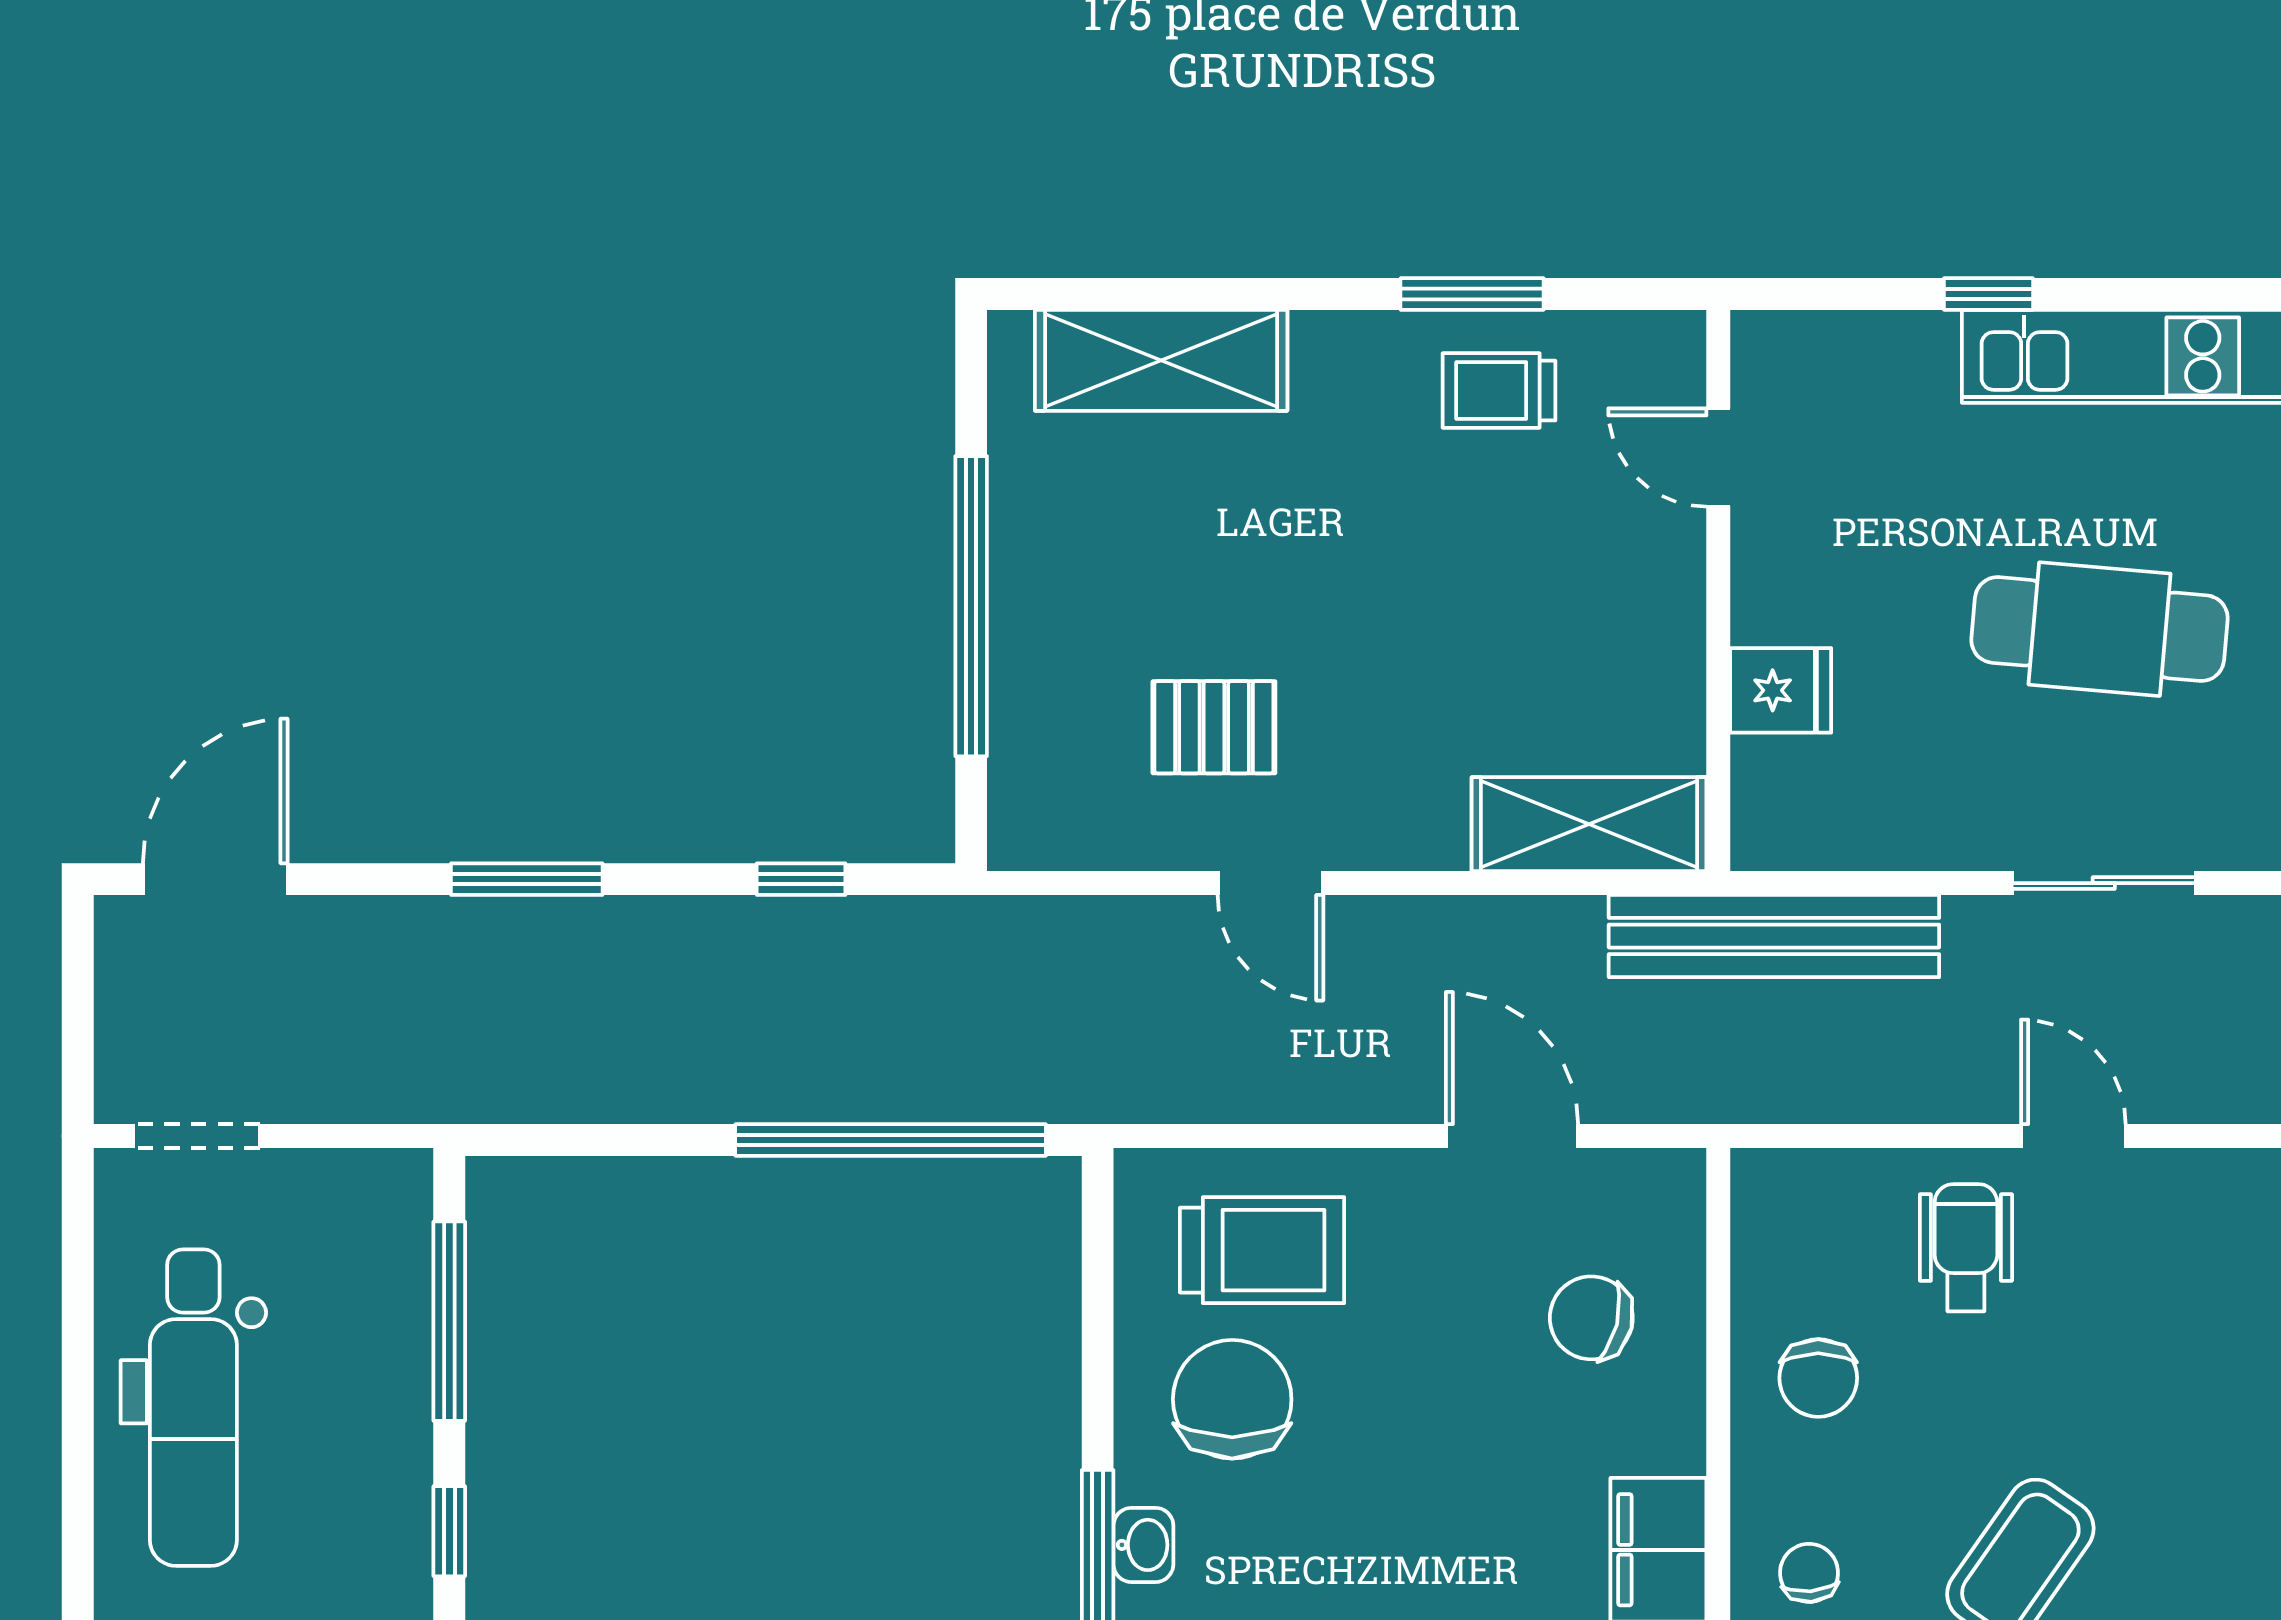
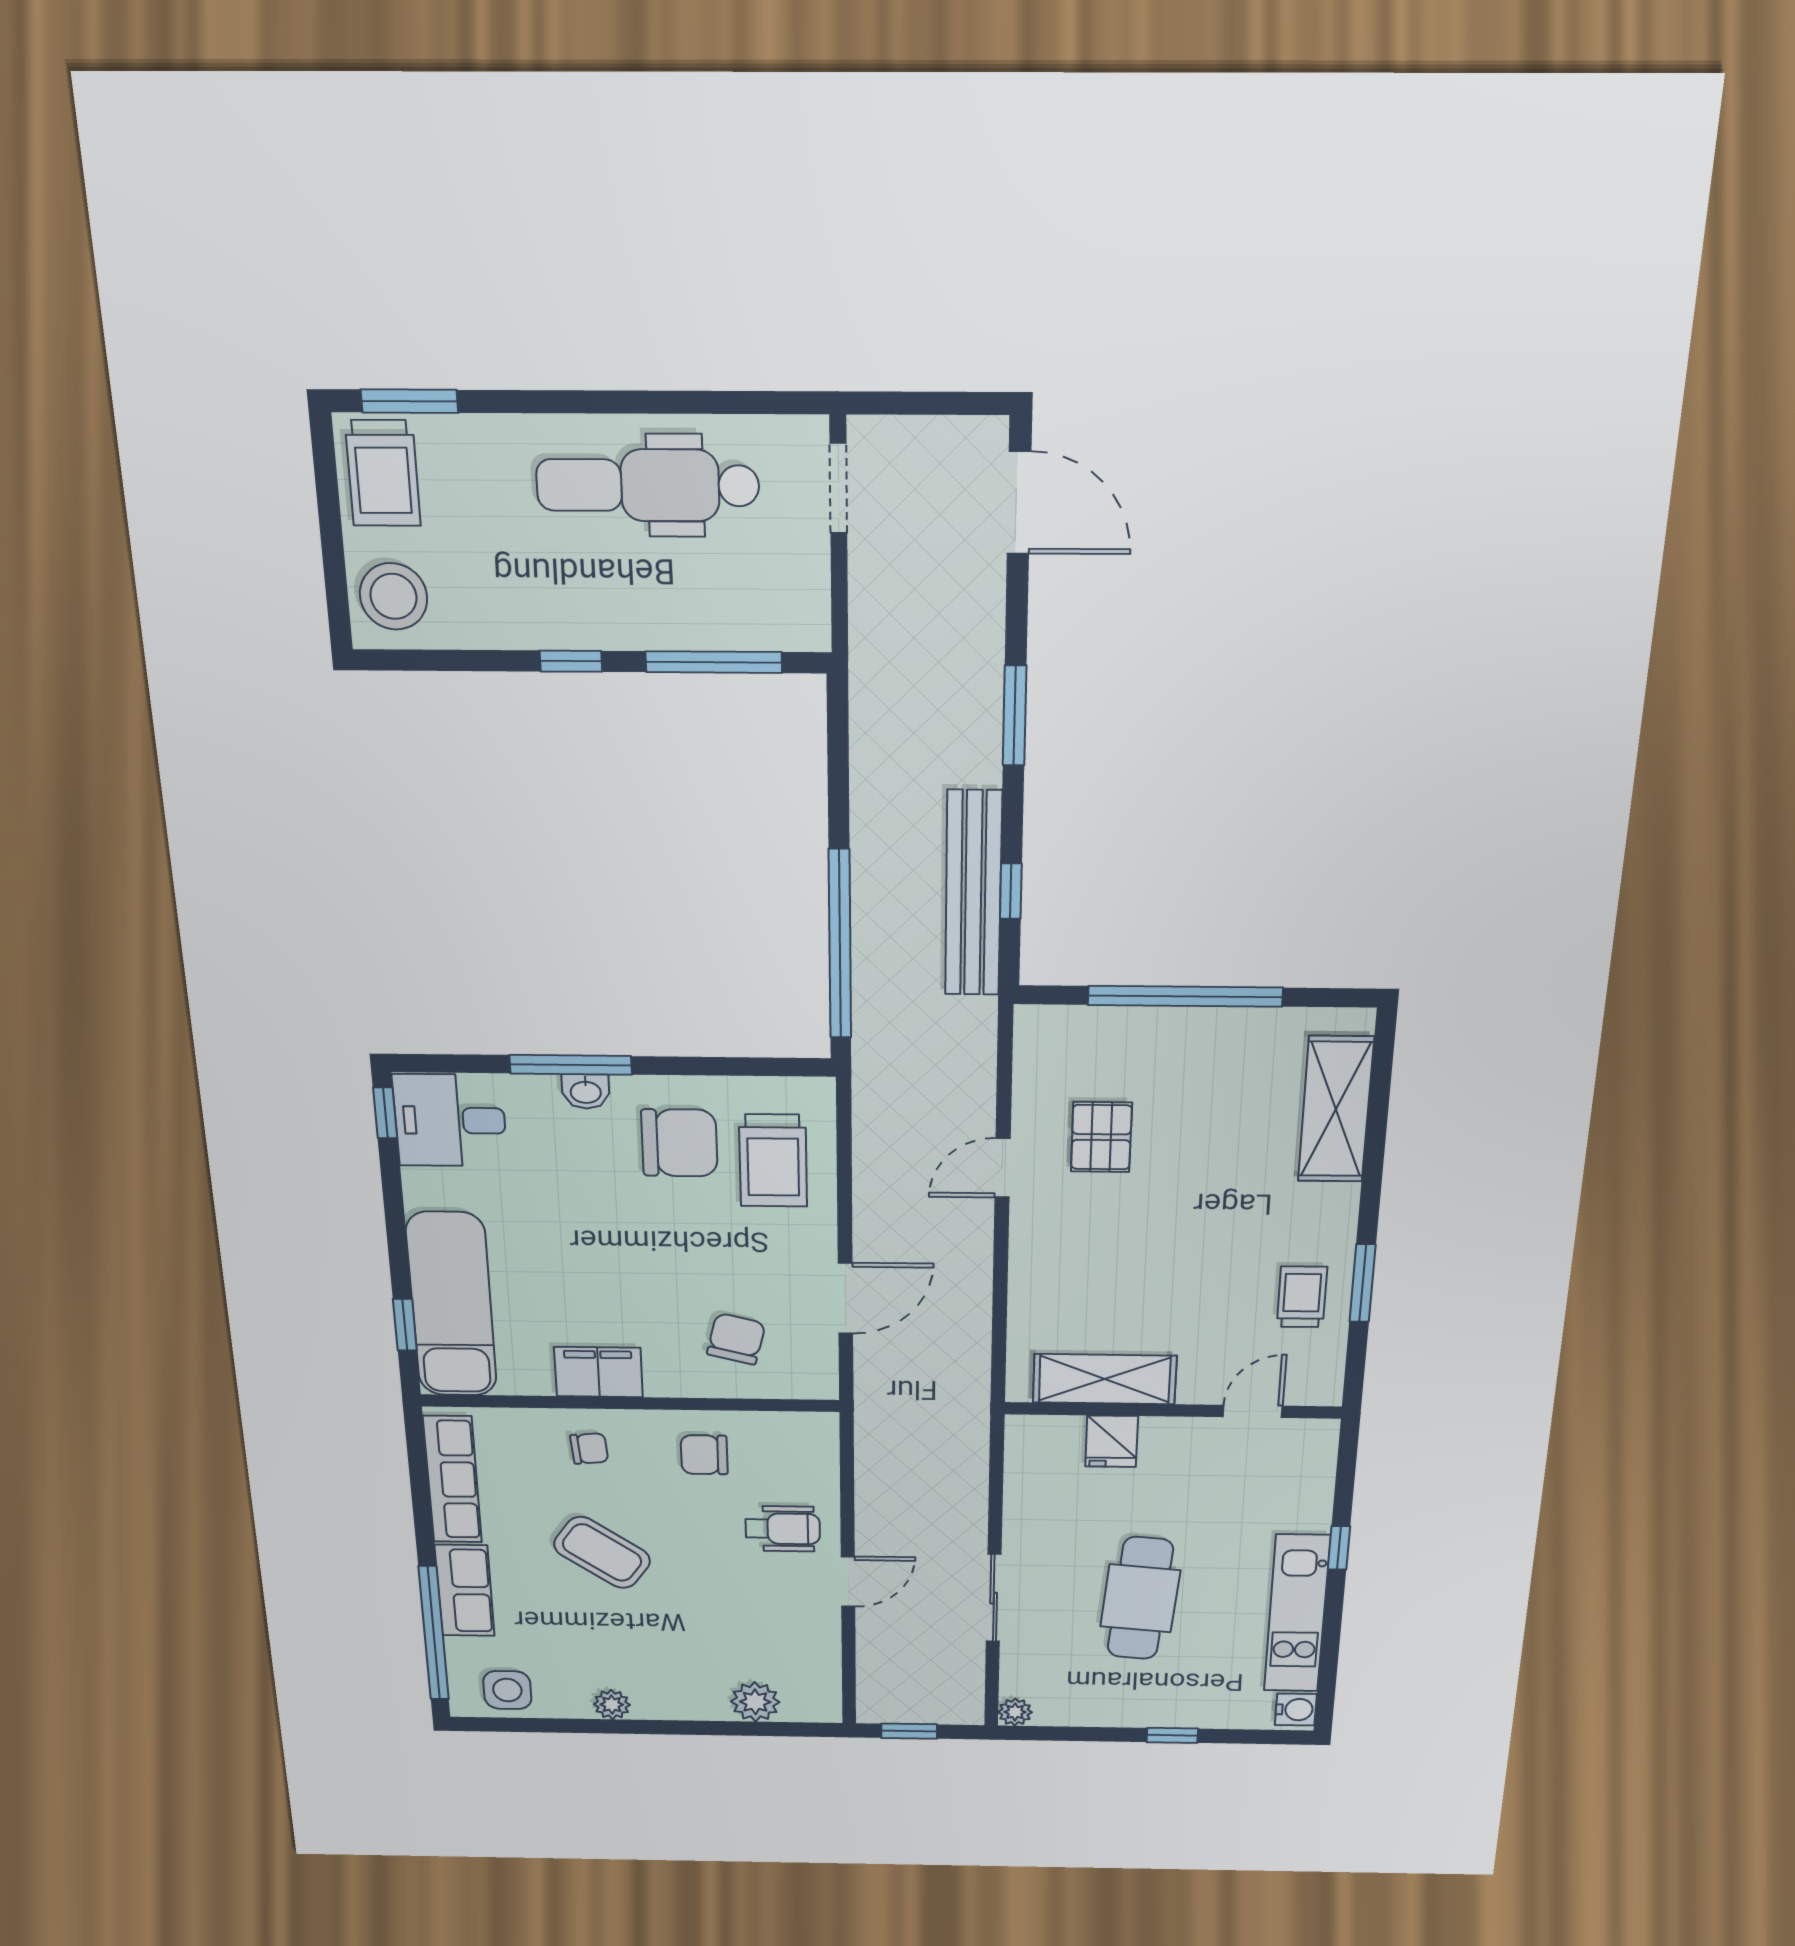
shelving: (1589, 824) -> (1105, 1379), moved, turned 90
bench: (1774, 936) -> (973, 894), moved

